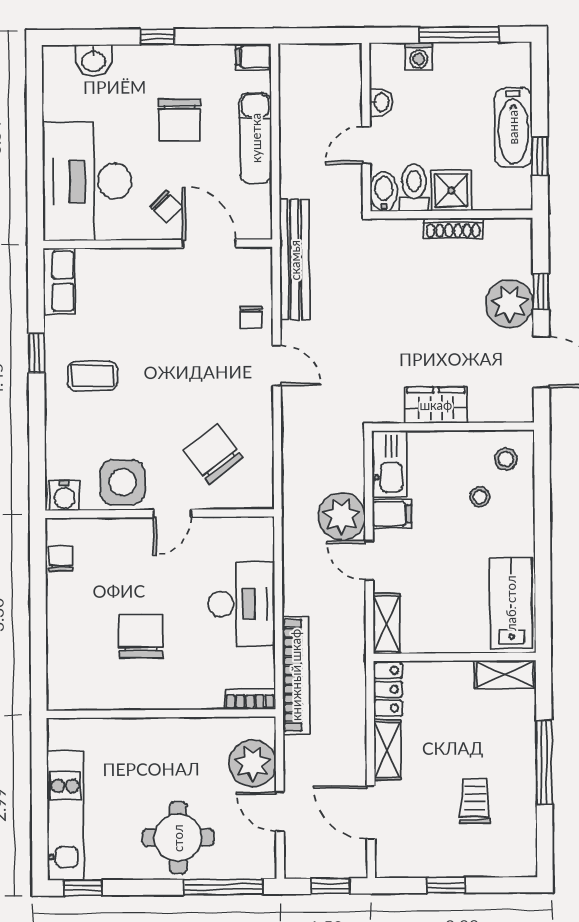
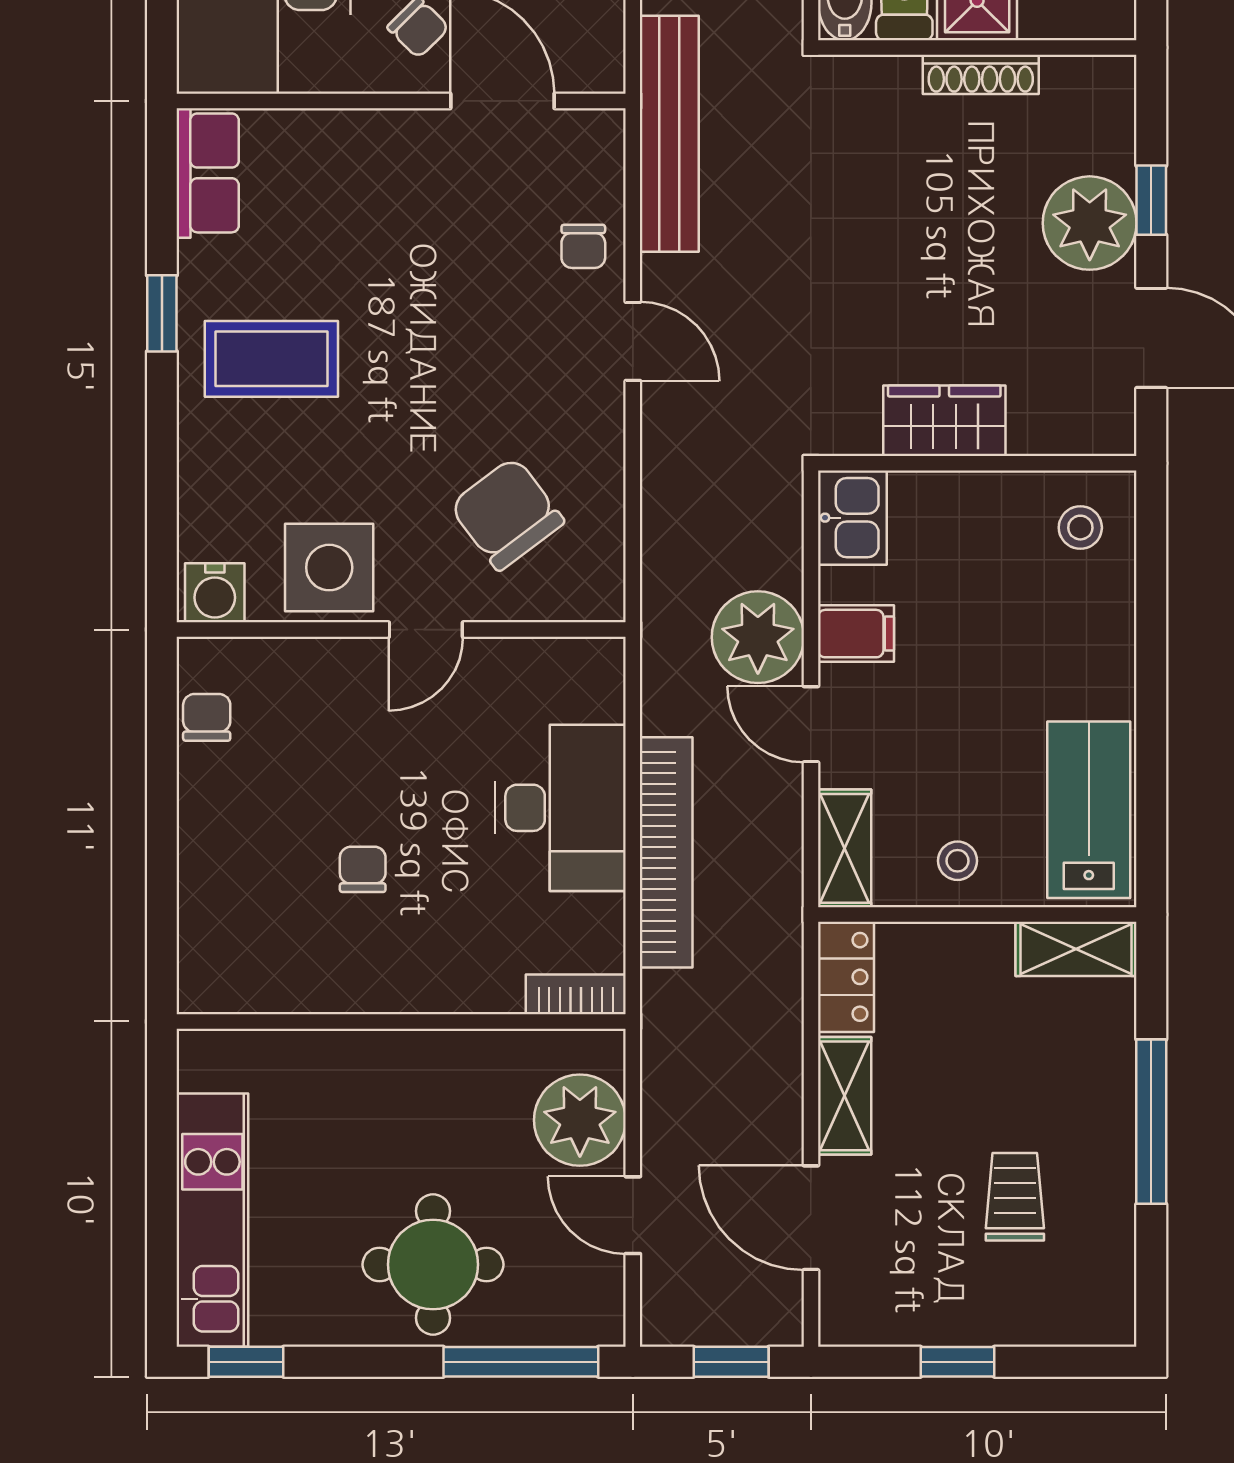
coffee table: (92, 376) -> (271, 359), width x1.36, depth x1.30
kitchen sink: (390, 464) -> (852, 518), width x0.73
stool: (480, 497) -> (958, 861), moved
chair: (141, 636) -> (363, 869), width x0.54, depth x0.54
bookcase: (296, 675) -> (666, 852), moved

